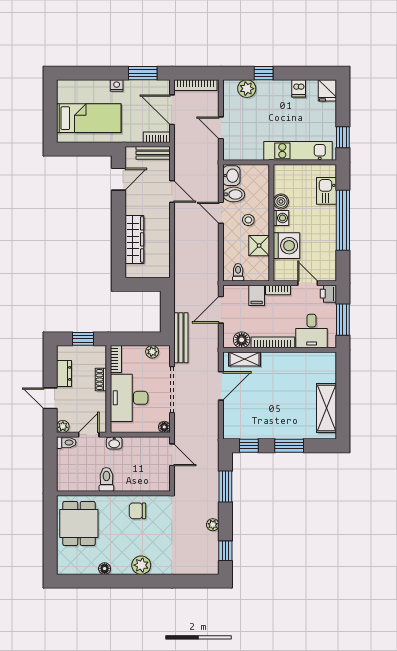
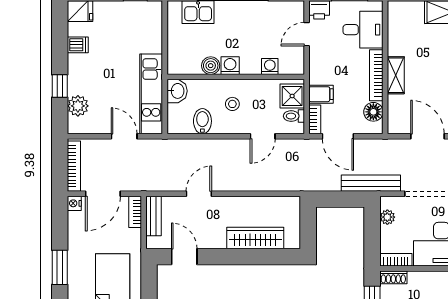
window: (143, 73) -> (60, 267), moved
nightstand: (117, 85) -> (74, 203), moved
door: (221, 128) -> (124, 136), swing flipped
kitchen unit: (298, 151) -> (151, 94), moved
washbasin: (231, 176) -> (177, 91), moved, turned 90
door: (221, 213) -> (263, 136), moved
shower: (259, 246) -> (292, 96), moved
washing machine: (286, 246) -> (270, 66), width x0.53, depth x0.53
bookcase: (278, 290) -> (315, 119), moved
shelving: (244, 359) -> (396, 75), moved
shoe rack: (101, 380) -> (393, 277), moved

